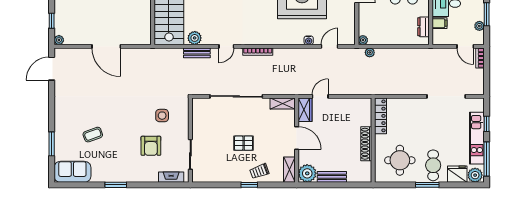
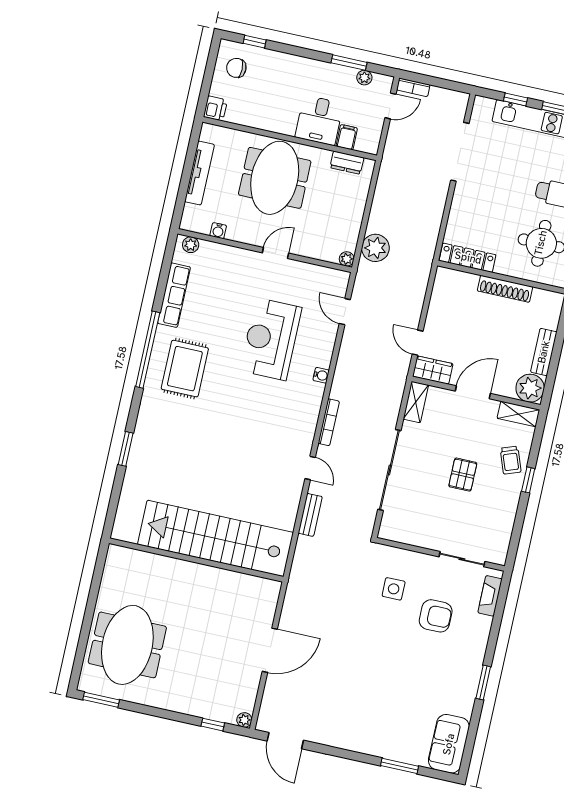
plant: (195, 38) -> (287, 513), removed
water cooler: (309, 40) -> (321, 375), moved
plant: (370, 52) -> (375, 248), width x1.88, depth x1.88
coffee table: (93, 135) -> (399, 700), removed

